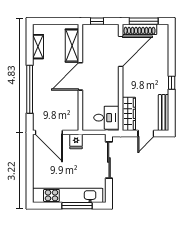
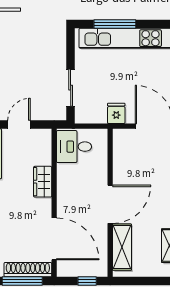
door: (121, 51) -> (54, 239), swing flipped
wardrobe: (129, 114) -> (43, 182), moved, width x0.67
sliding door: (109, 160) -> (71, 88), width x0.73

